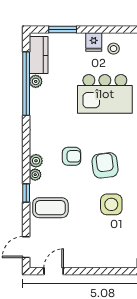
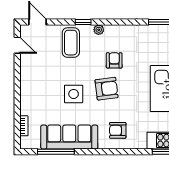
armchair: (72, 156) -> (114, 60), turned 180
plant: (36, 161) -> (110, 30), removed

